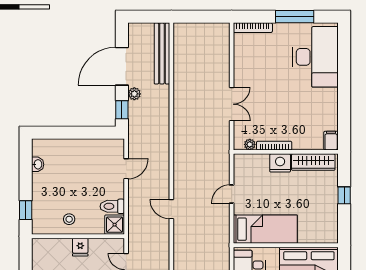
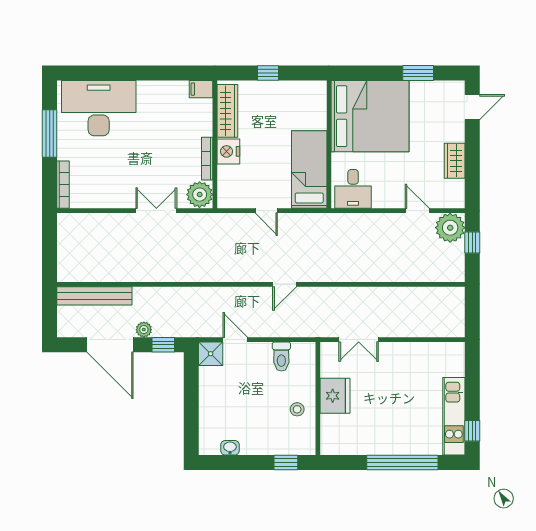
plant: (250, 144) -> (200, 195), width x1.88, depth x1.88
shower: (115, 225) -> (211, 354), moved
fridge: (80, 247) -> (335, 396), width x1.88, depth x1.34

